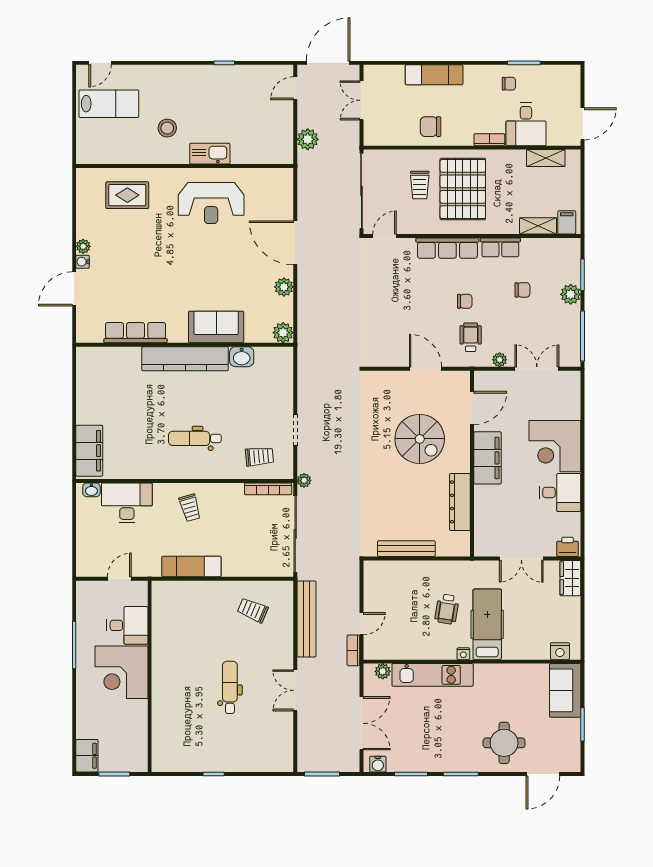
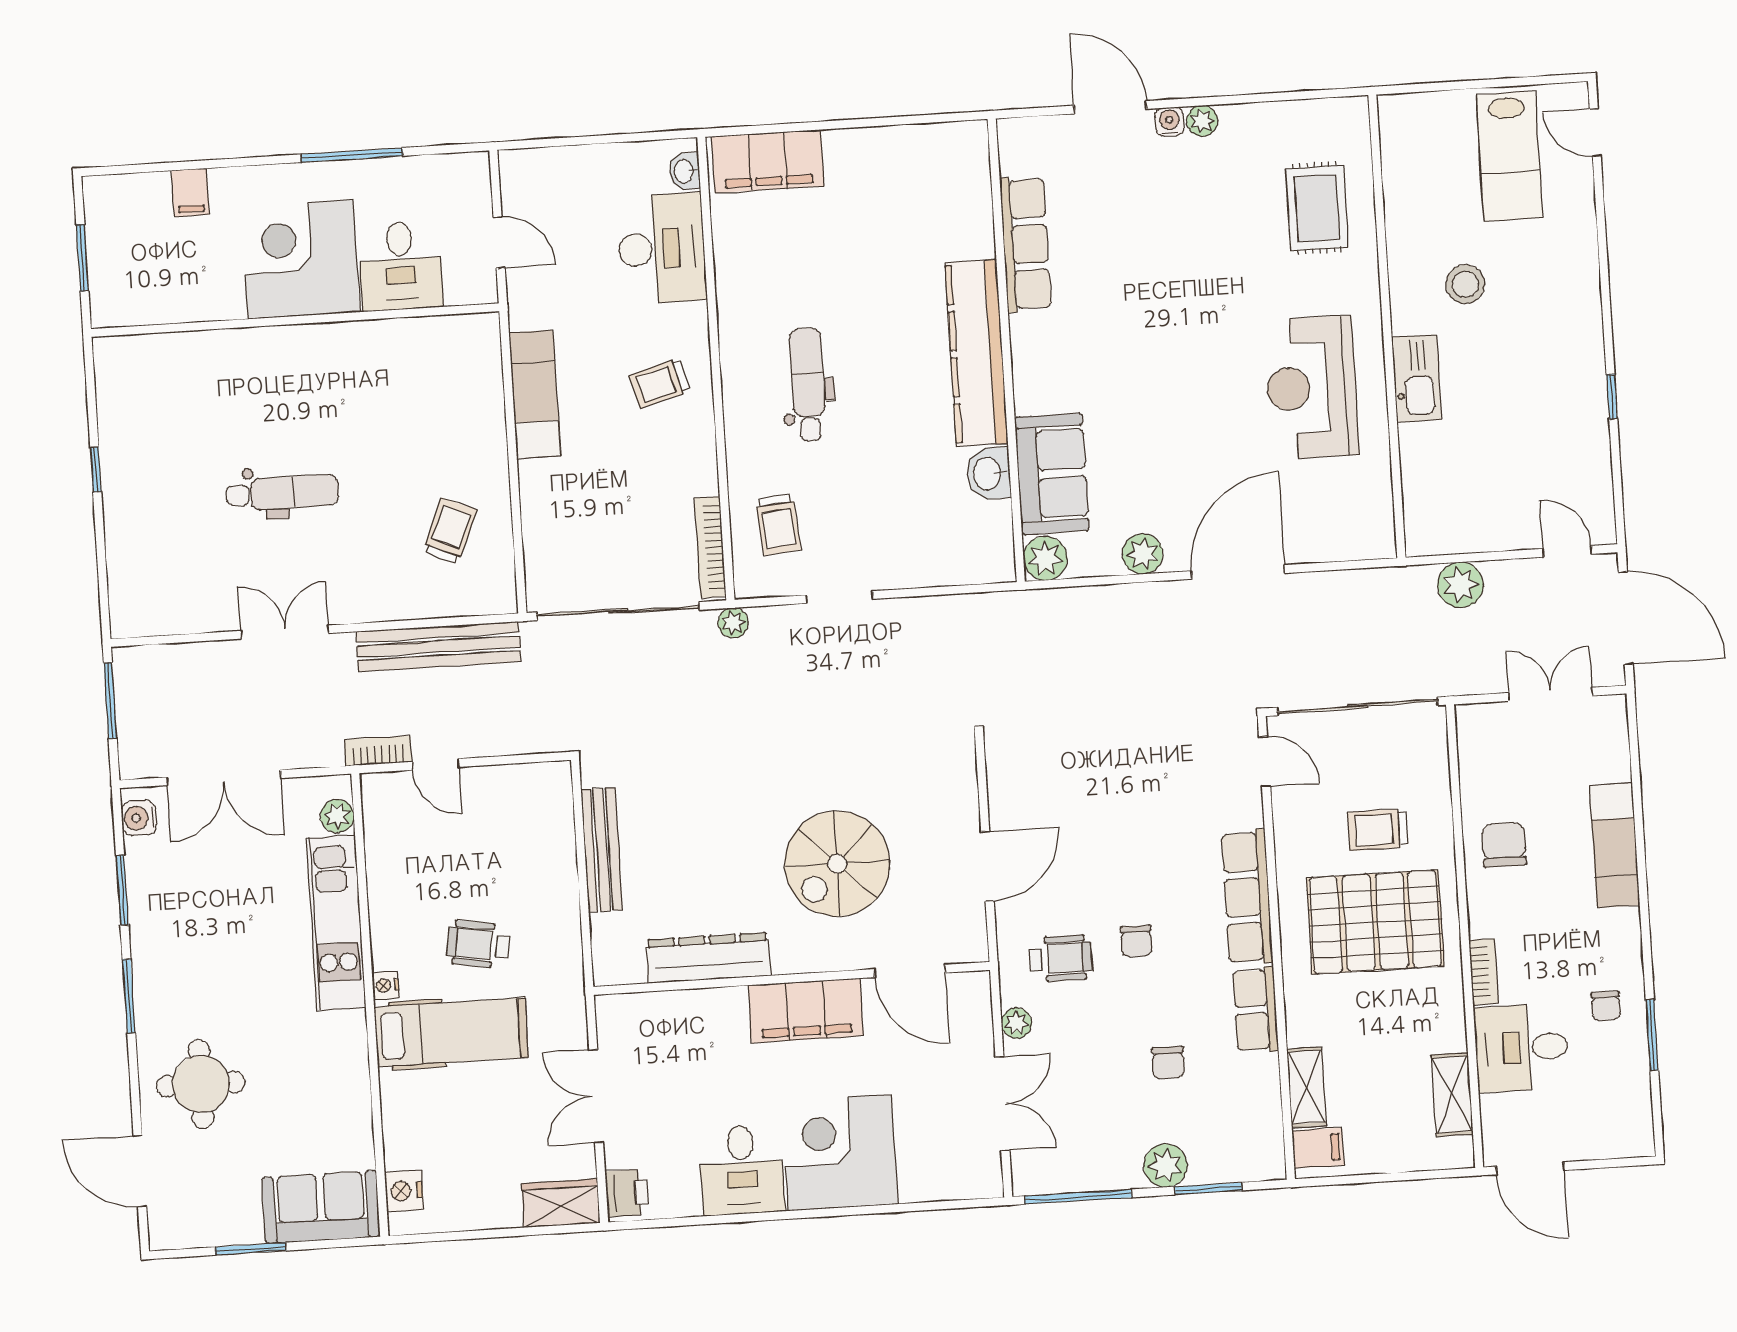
sofa: (216, 327) -> (1052, 474), moved
filing cabinet: (87, 756) -> (190, 193), moved, width x0.50

